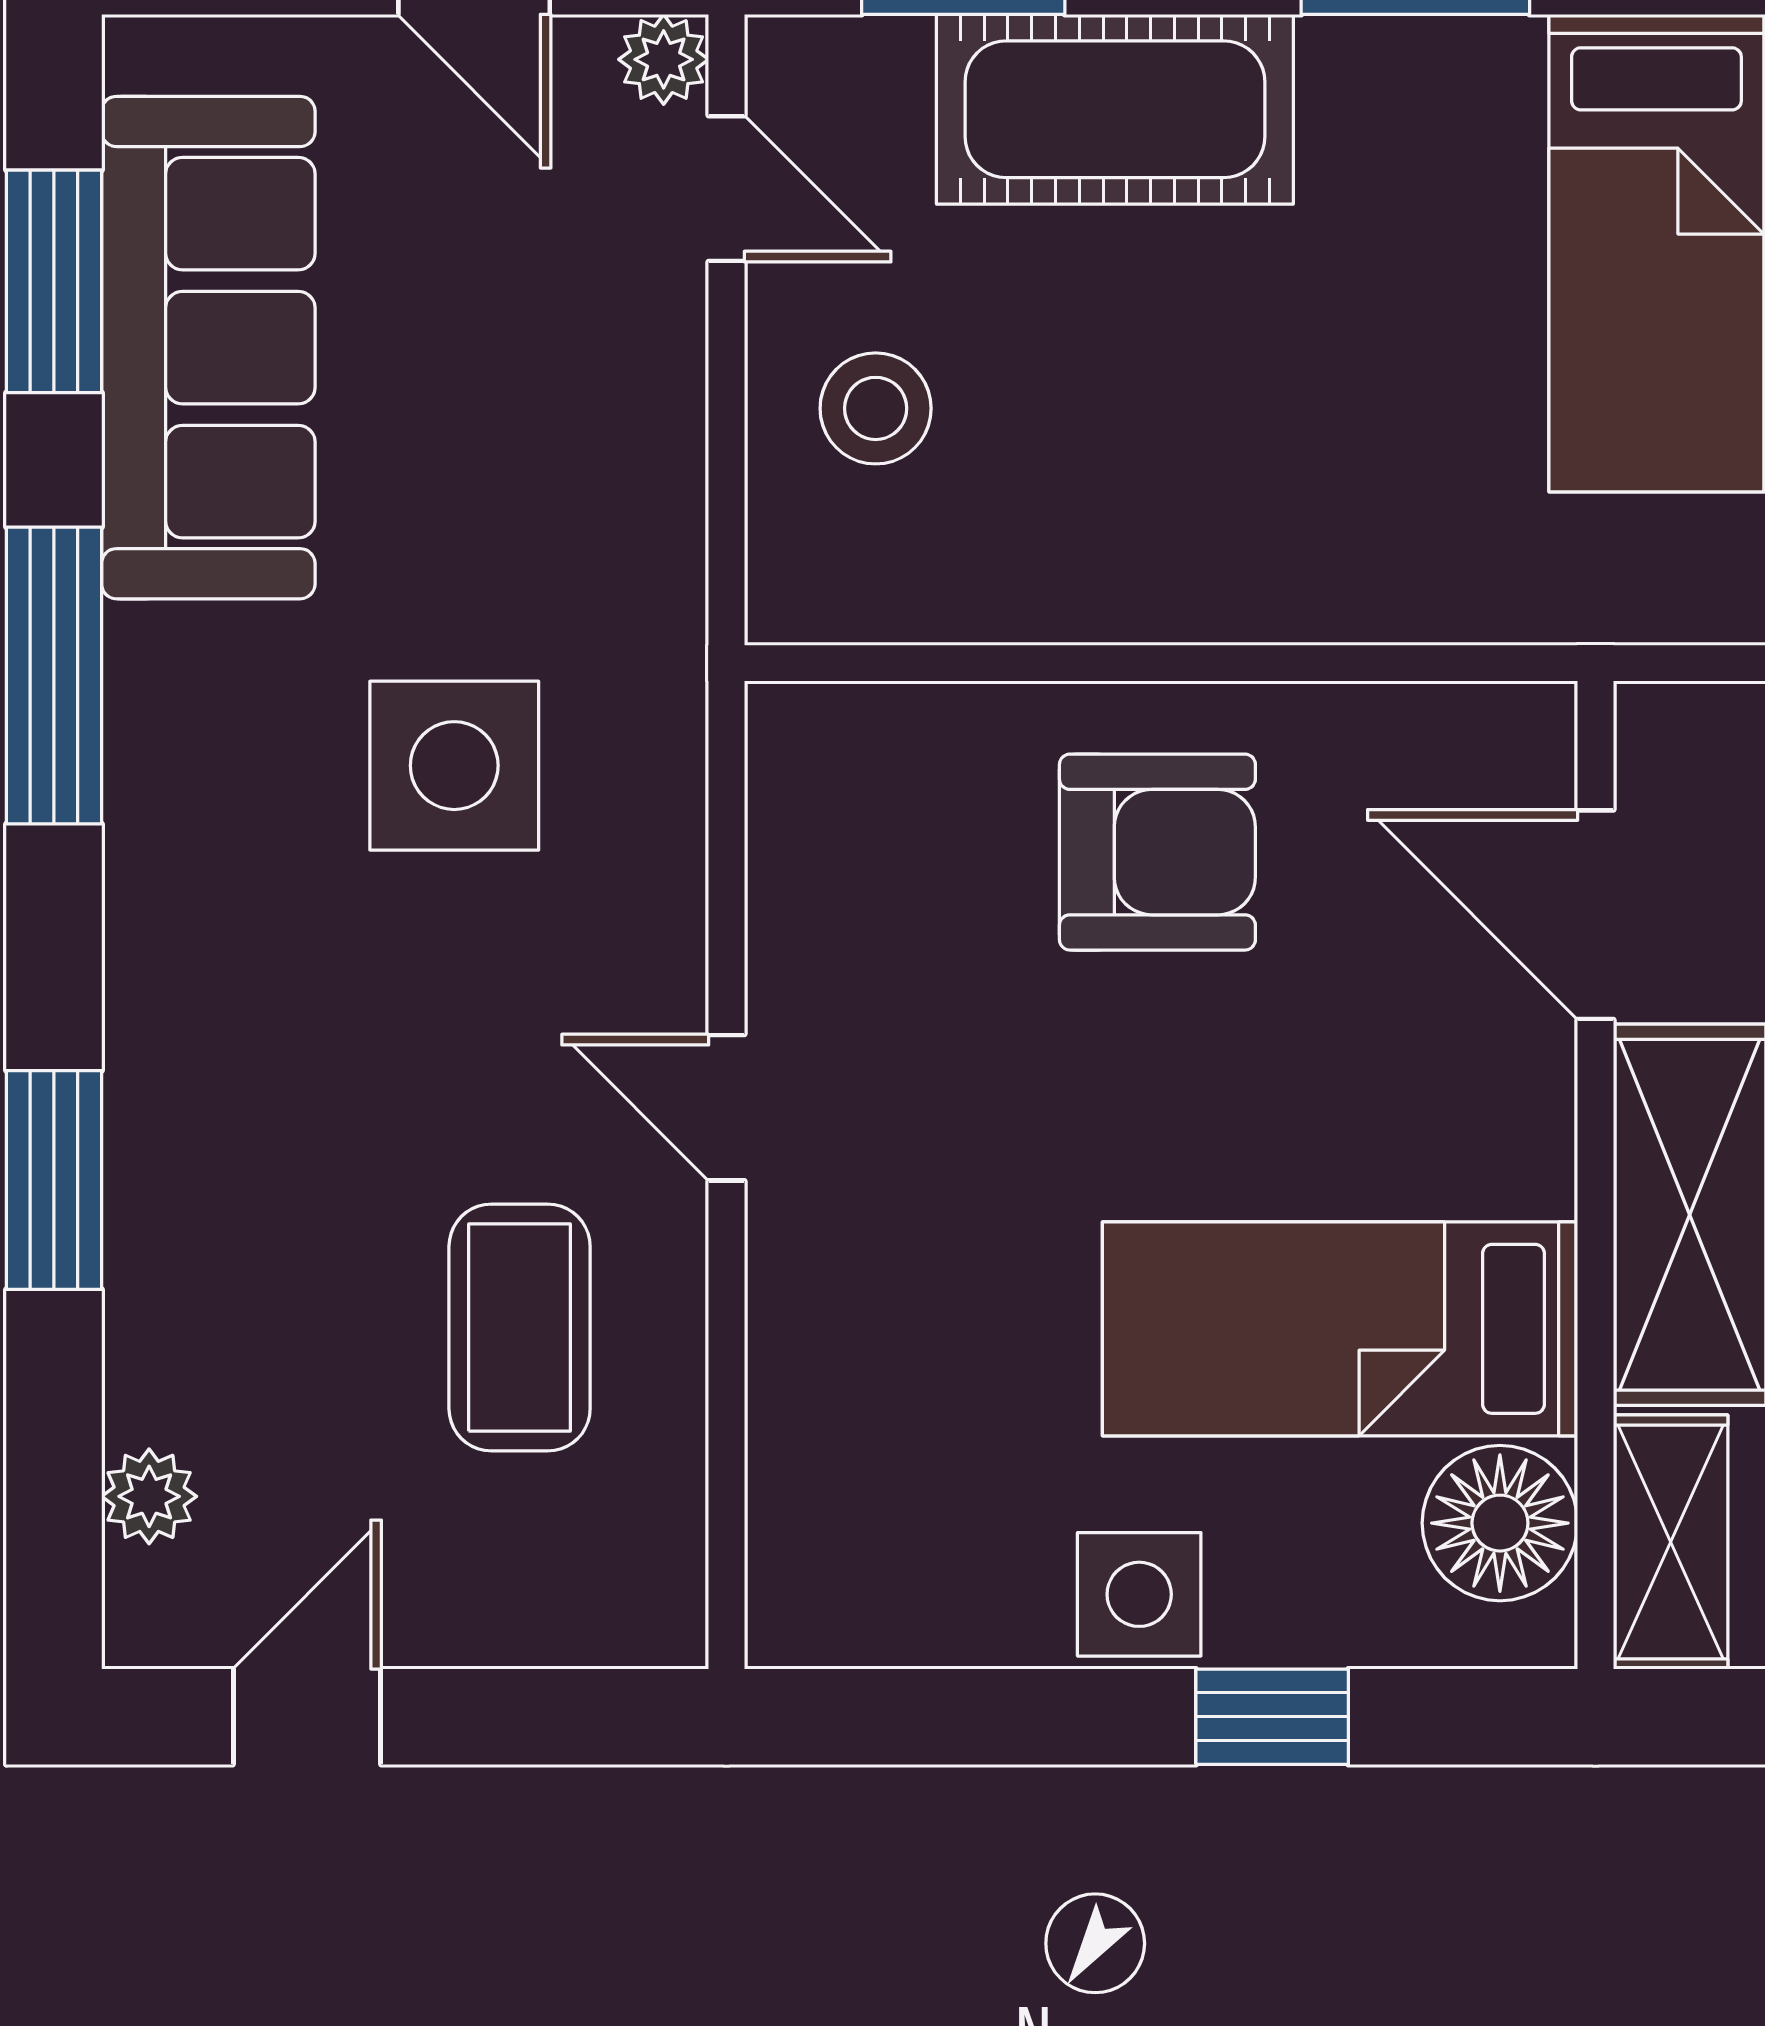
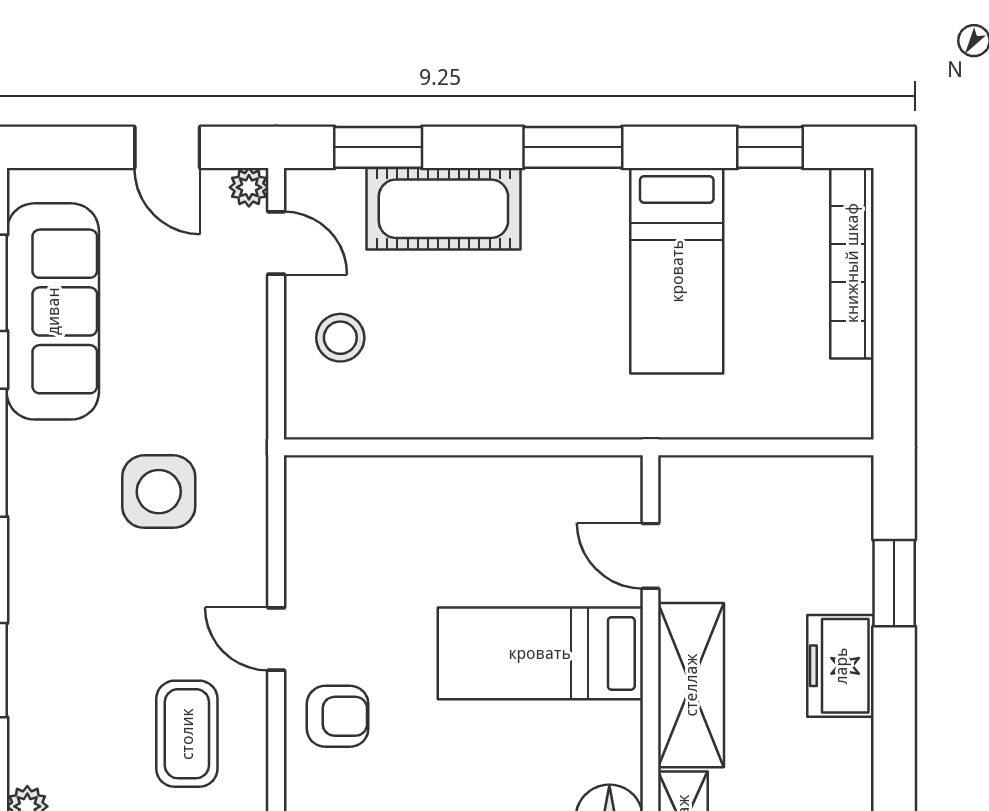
armchair: (1157, 852) -> (338, 716), moved, width x0.72, depth x0.72
door: (1596, 915) -> (651, 556), width x0.73
bed: (1340, 1329) -> (540, 653), moved

